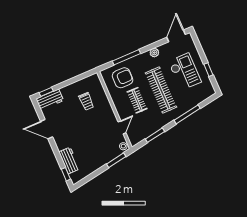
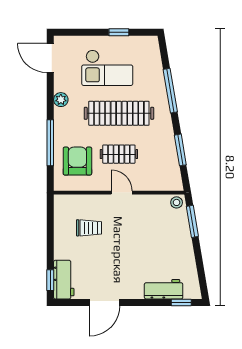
checkout: (185, 72) -> (107, 68), turned 180
door: (122, 127) -> (122, 193), moved

